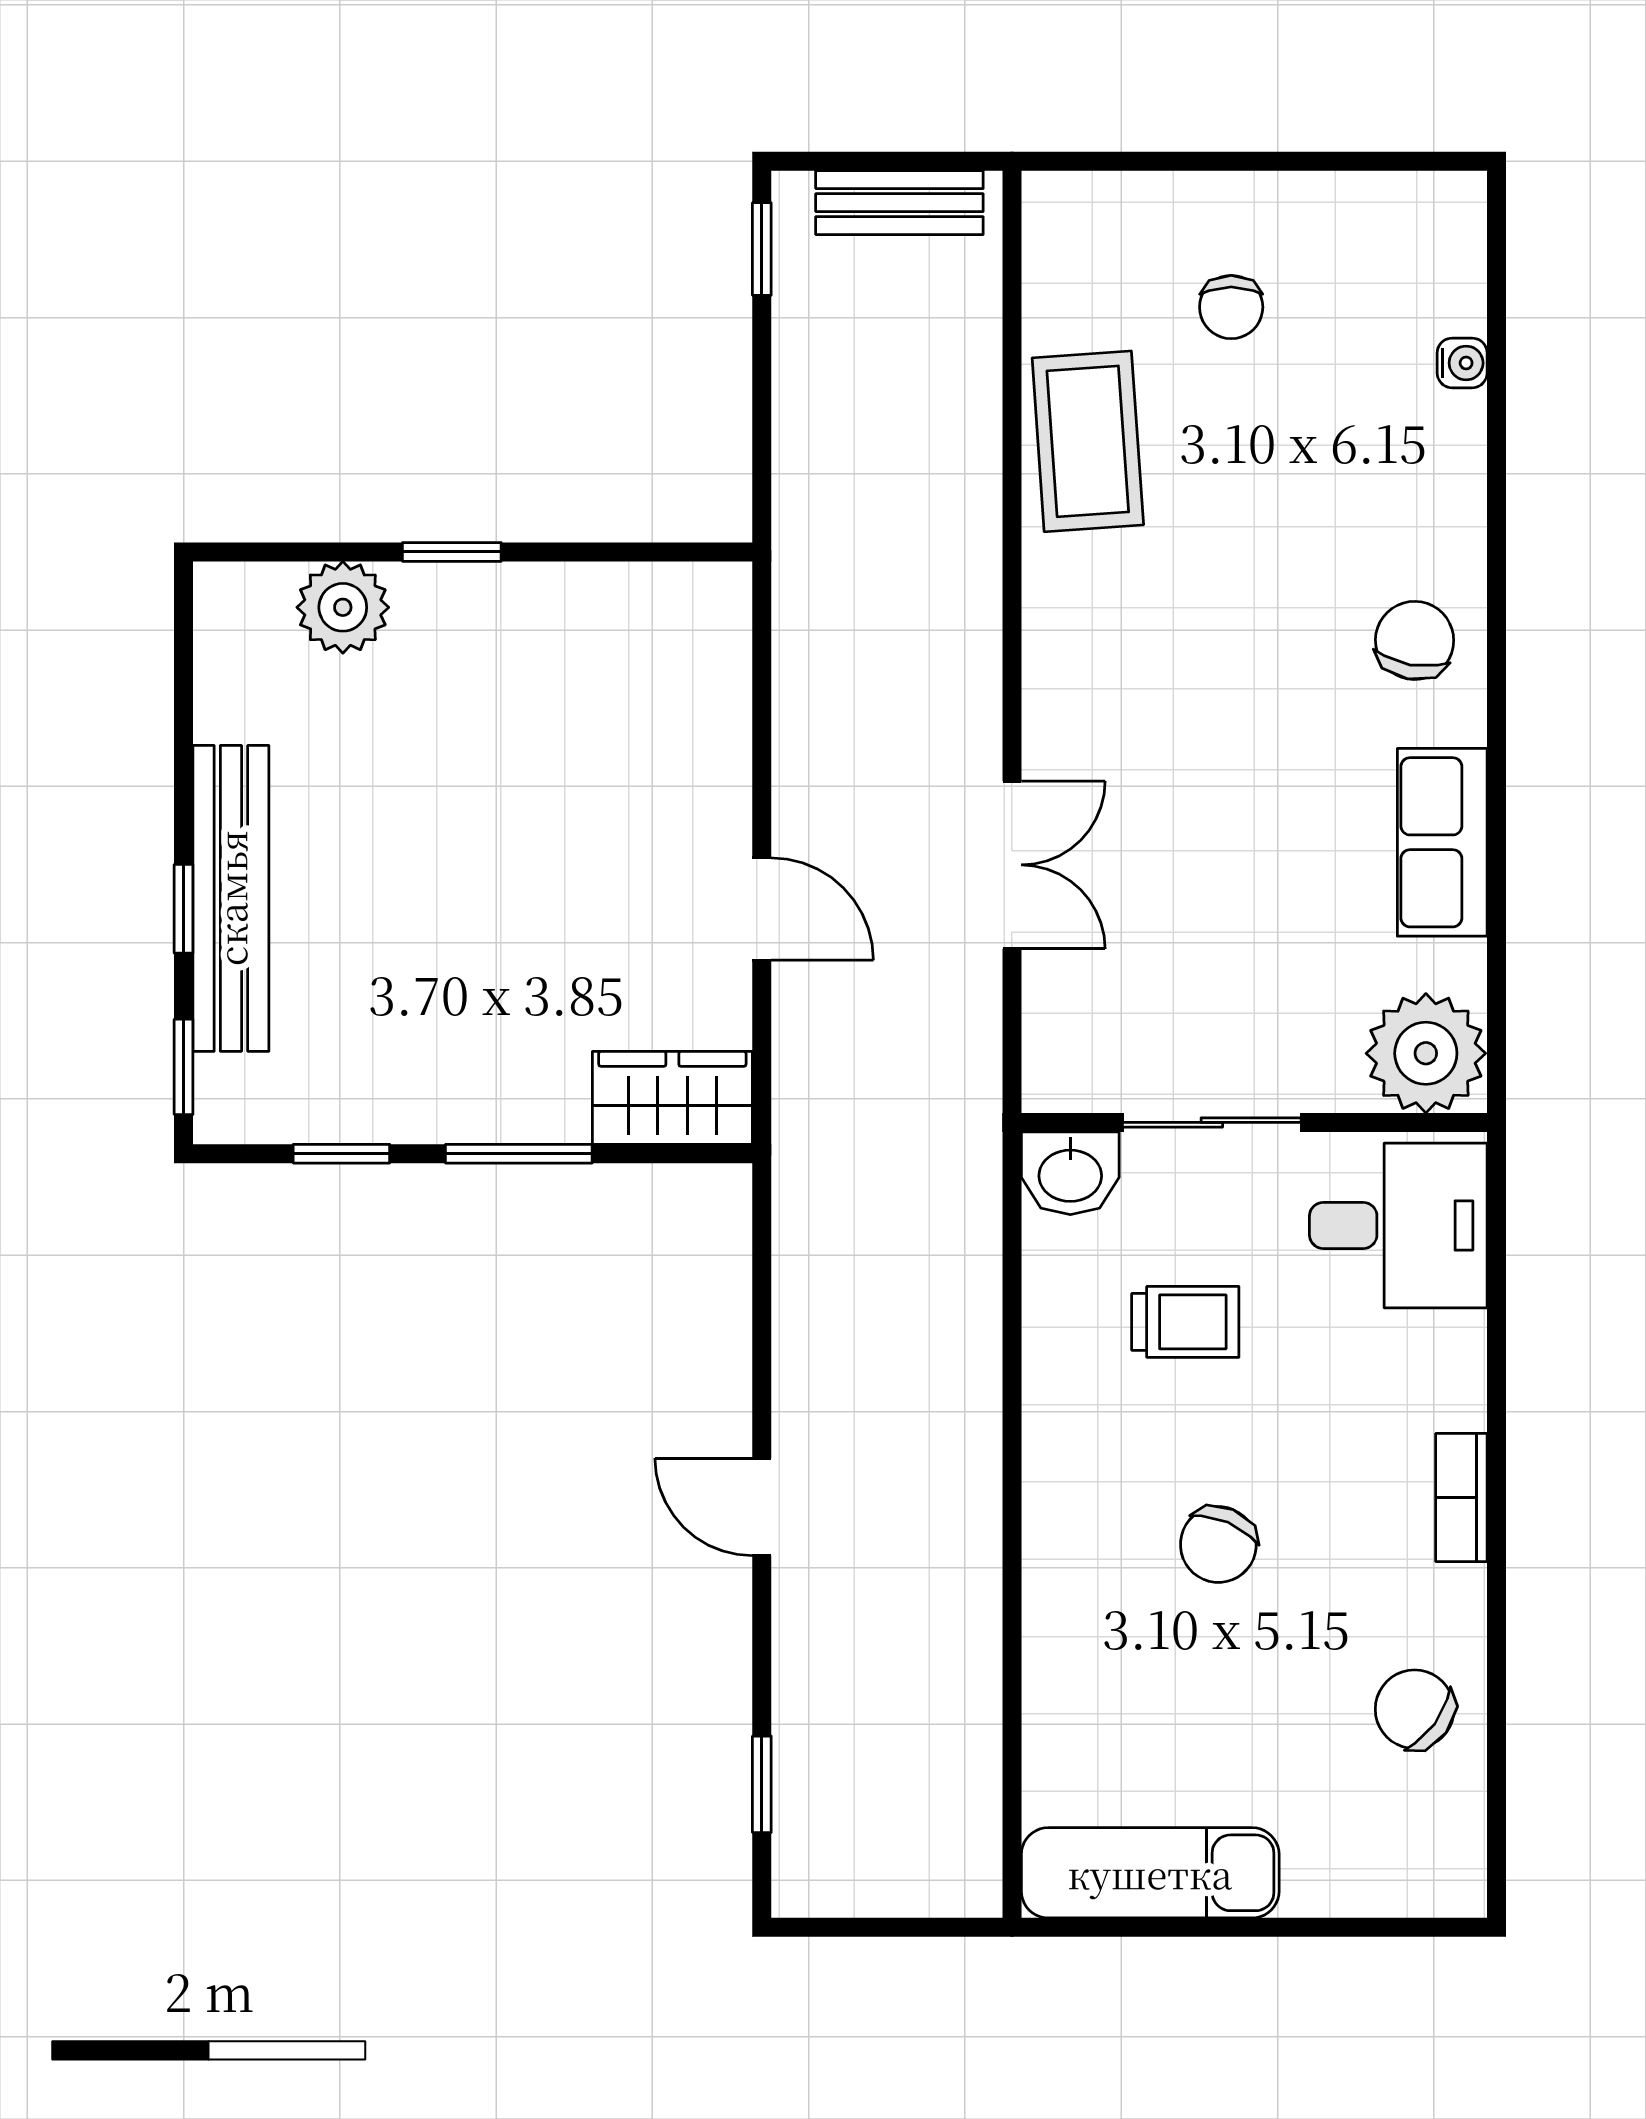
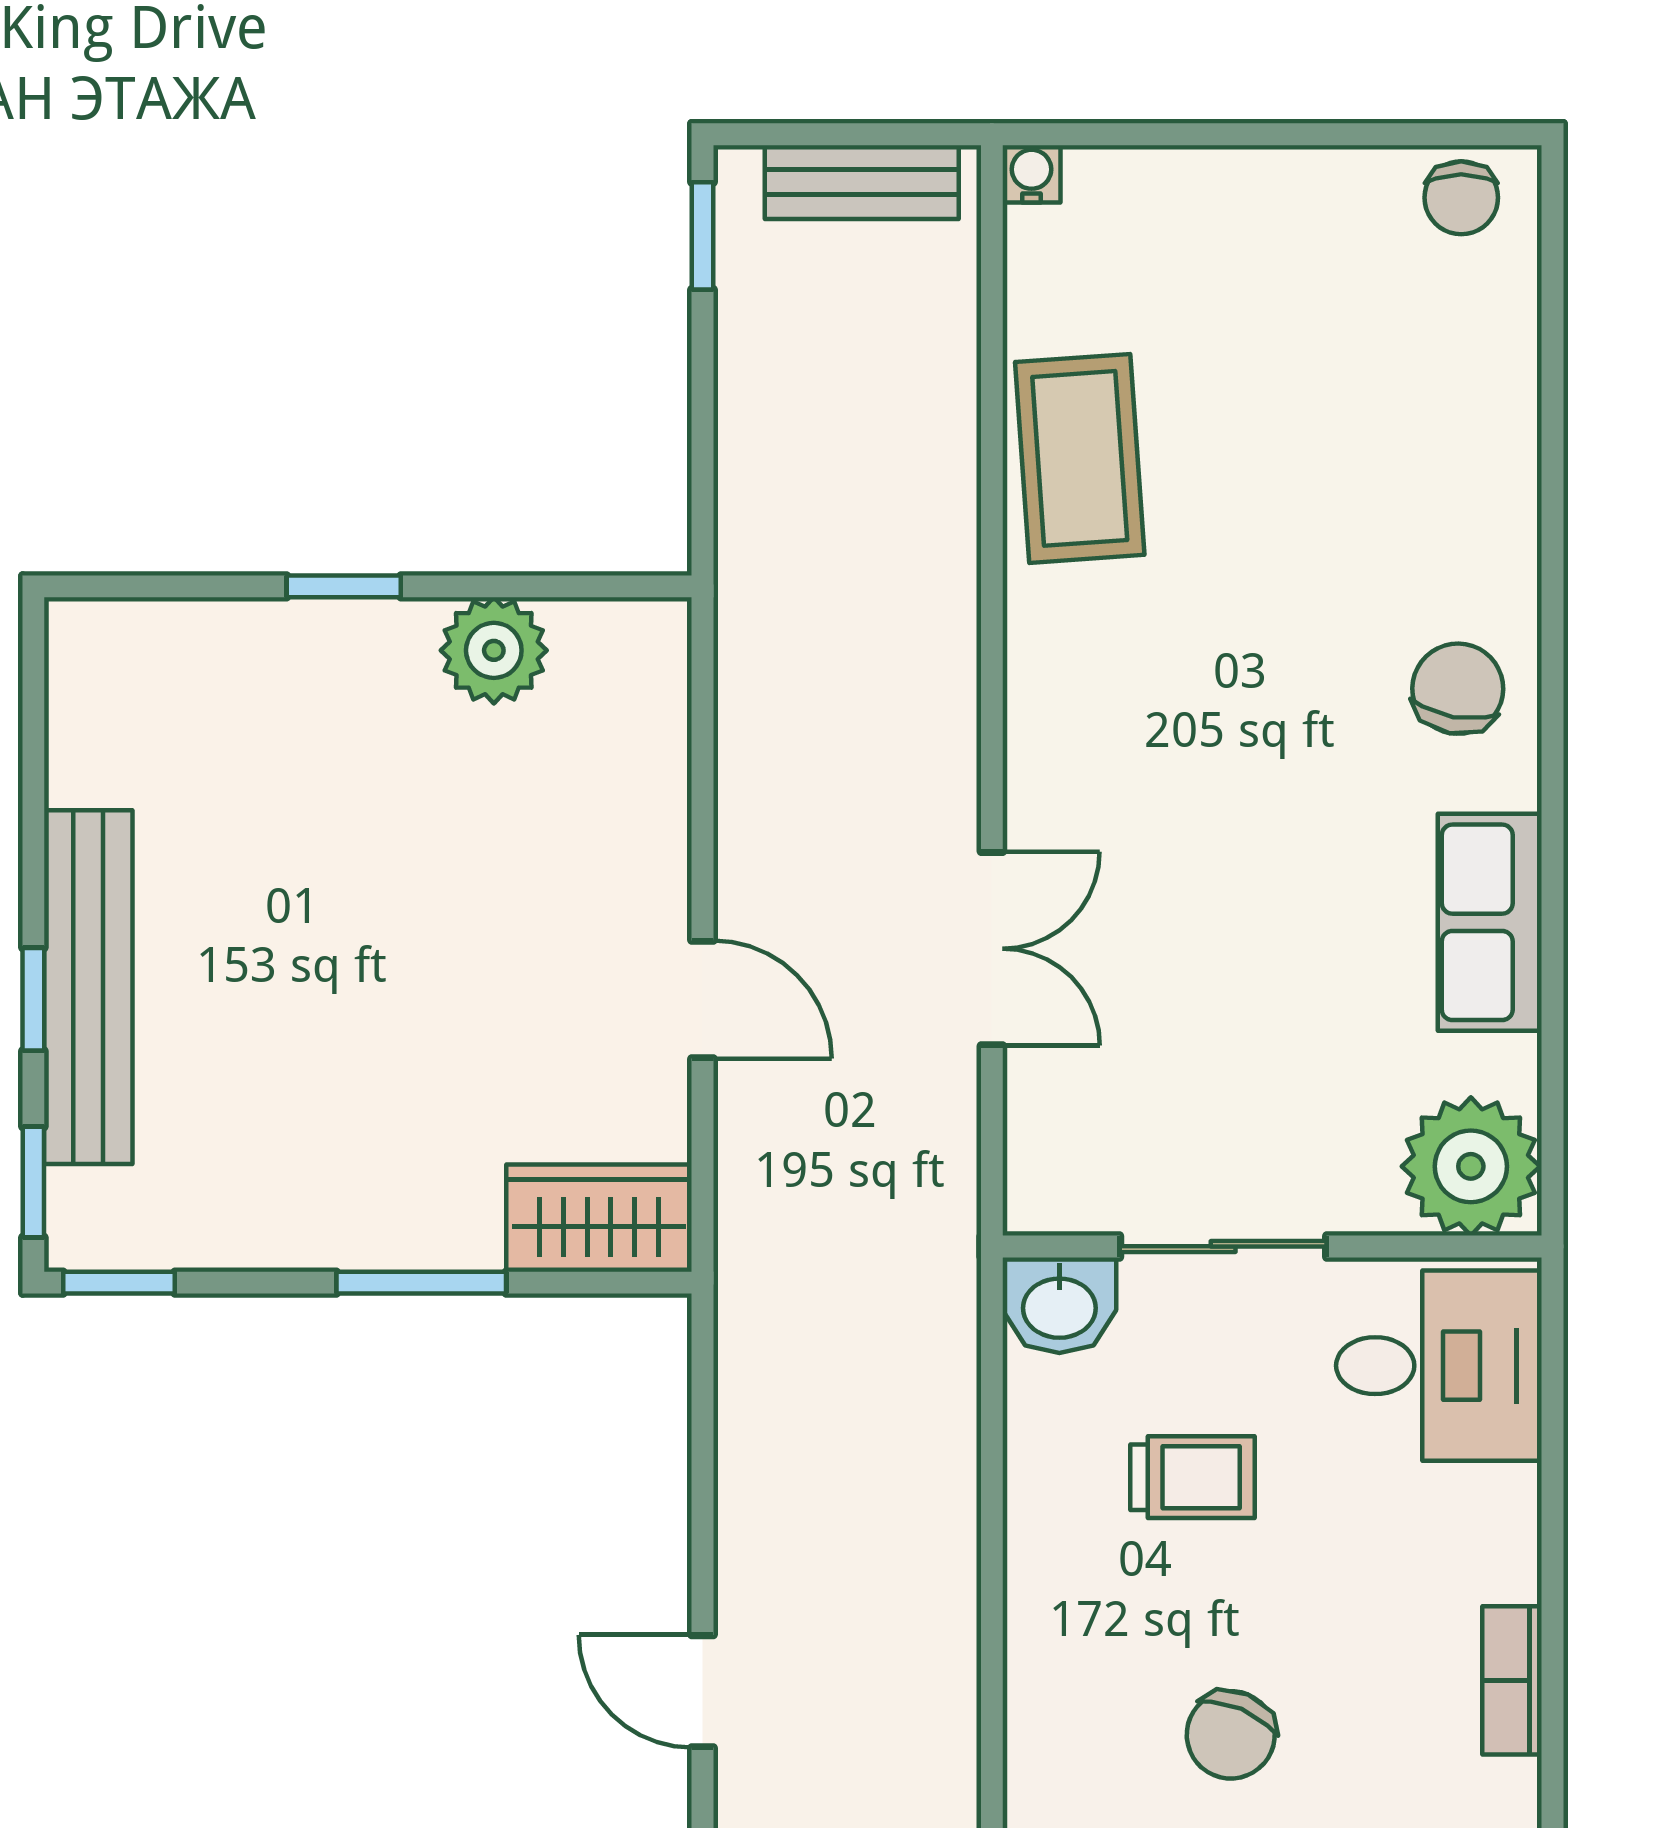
chair: (1231, 307) -> (1461, 198), moved
water cooler: (1462, 363) -> (1032, 174), moved, turned -90
plant: (343, 607) -> (494, 650), moved
window: (341, 1154) -> (119, 1283), moved

